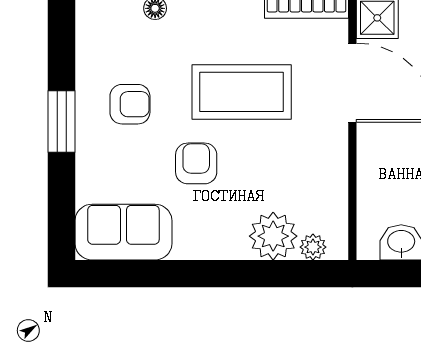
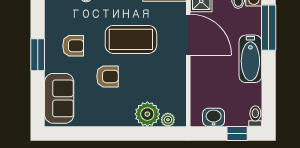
armchair: (196, 163) -> (107, 76), turned 90
sofa: (123, 232) -> (59, 98), moved, turned 90

